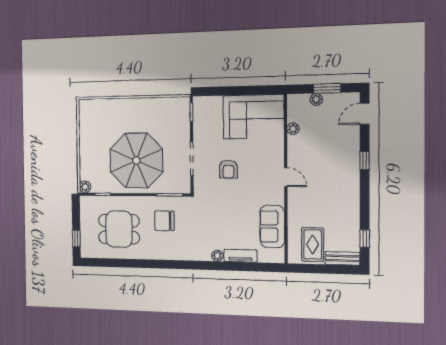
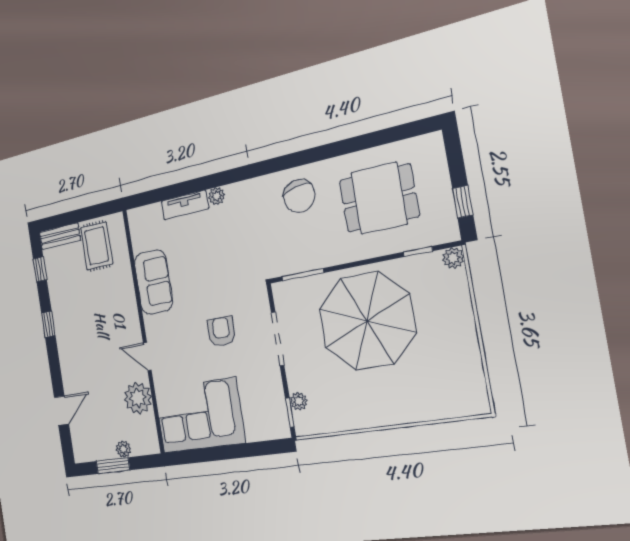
door: (365, 114) -> (61, 411), moved
plant: (185, 118) -> (299, 401), added
plant: (293, 129) -> (138, 398), width x1.87, depth x1.87
window: (365, 161) -> (48, 324), moved
door: (286, 177) -> (147, 356), moved
chair: (164, 221) -> (299, 196), moved, turned 79
sofa: (272, 226) -> (153, 282), moved
window: (76, 239) -> (463, 202), moved

